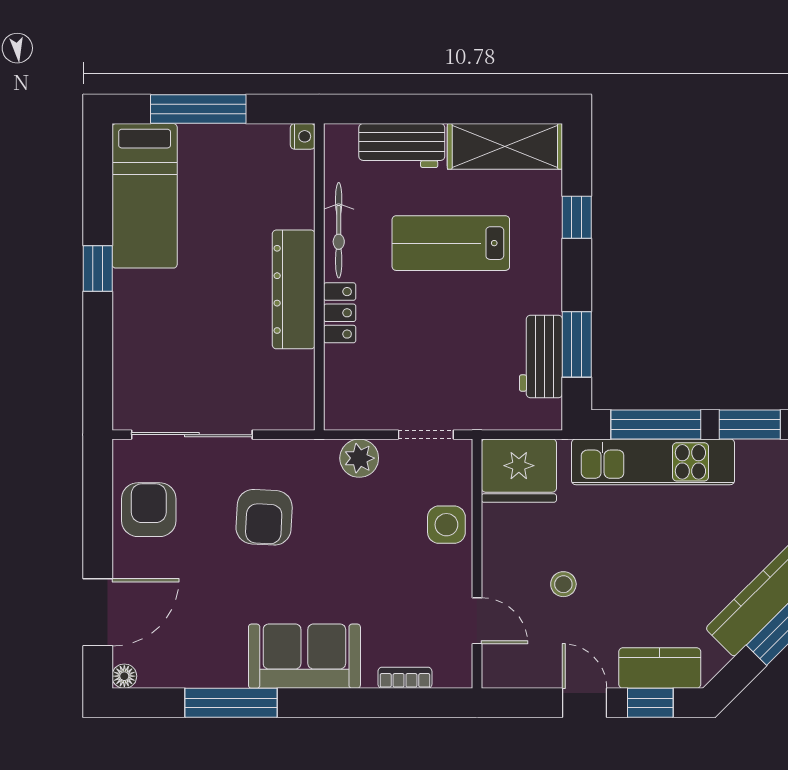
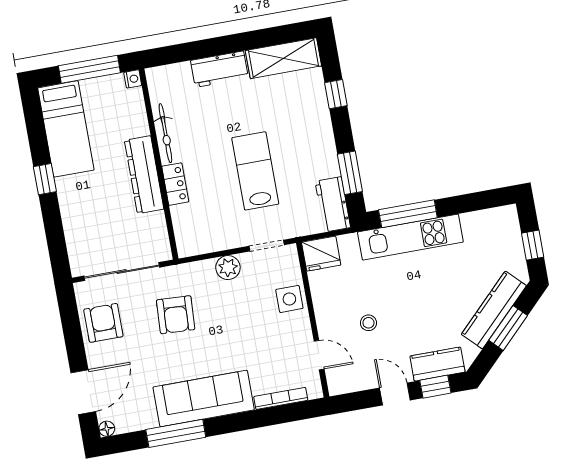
nightstand: (303, 136) -> (133, 79), moved
bicycle: (339, 230) -> (165, 133), moved
lab bench: (451, 243) -> (255, 171), moved, turned 90
wall: (319, 277) -> (159, 164), moved
dresser: (294, 289) -> (144, 175), moved
locker: (340, 313) -> (175, 184), moved
workbench: (541, 357) -> (333, 204), moved
window: (750, 425) -> (466, 203), removed
fridge: (519, 471) -> (321, 254), width x0.73, depth x0.75
sofa: (304, 656) -> (204, 398), width x1.36
bookcase: (405, 678) -> (281, 398), width x1.56

